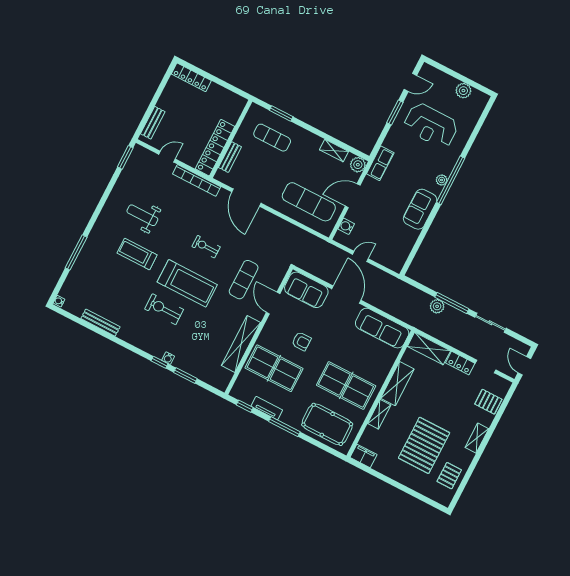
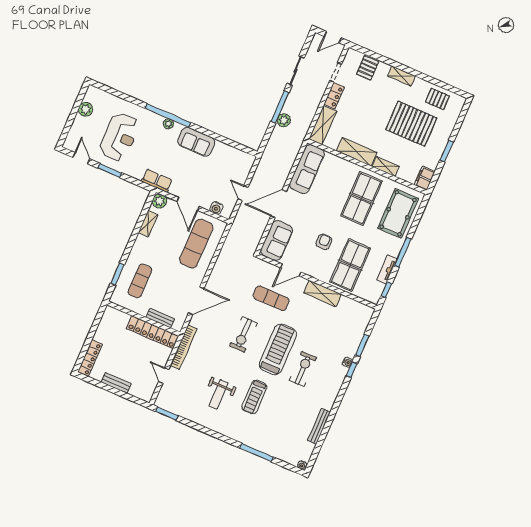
bench: (153, 123) -> (116, 383), moved
exercise bike: (206, 247) -> (243, 334), width x1.38, depth x1.39
exercise bike: (164, 309) -> (303, 369), turned 180
shelving: (241, 344) -> (322, 293), width x0.68
window: (392, 482) -> (447, 151), added

